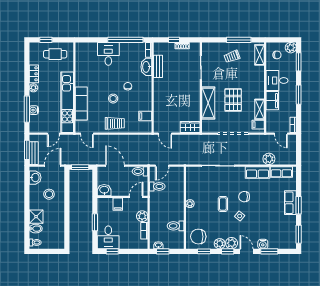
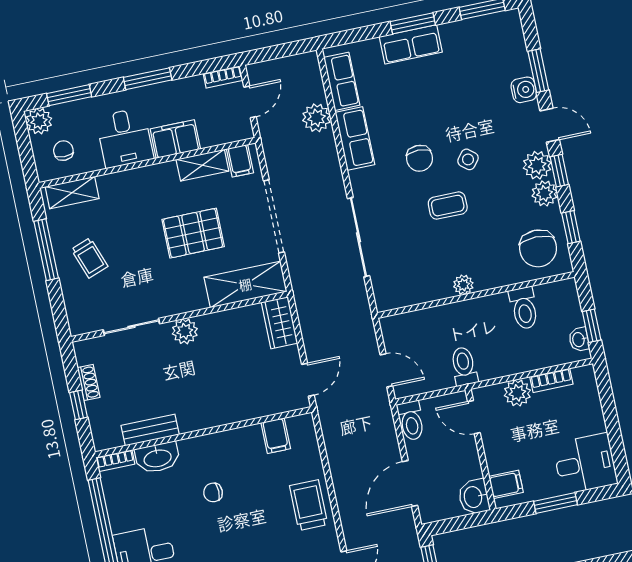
plant: (195, 88) -> (185, 331), added
stool: (113, 99) -> (250, 521), removed
shelving: (208, 103) -> (245, 284), moved
toilet: (157, 186) -> (464, 366), moved
filing cabinet: (118, 204) -> (506, 484), moved
window: (112, 251) -> (617, 447), removed
door: (247, 251) -> (550, 125), swing flipped

